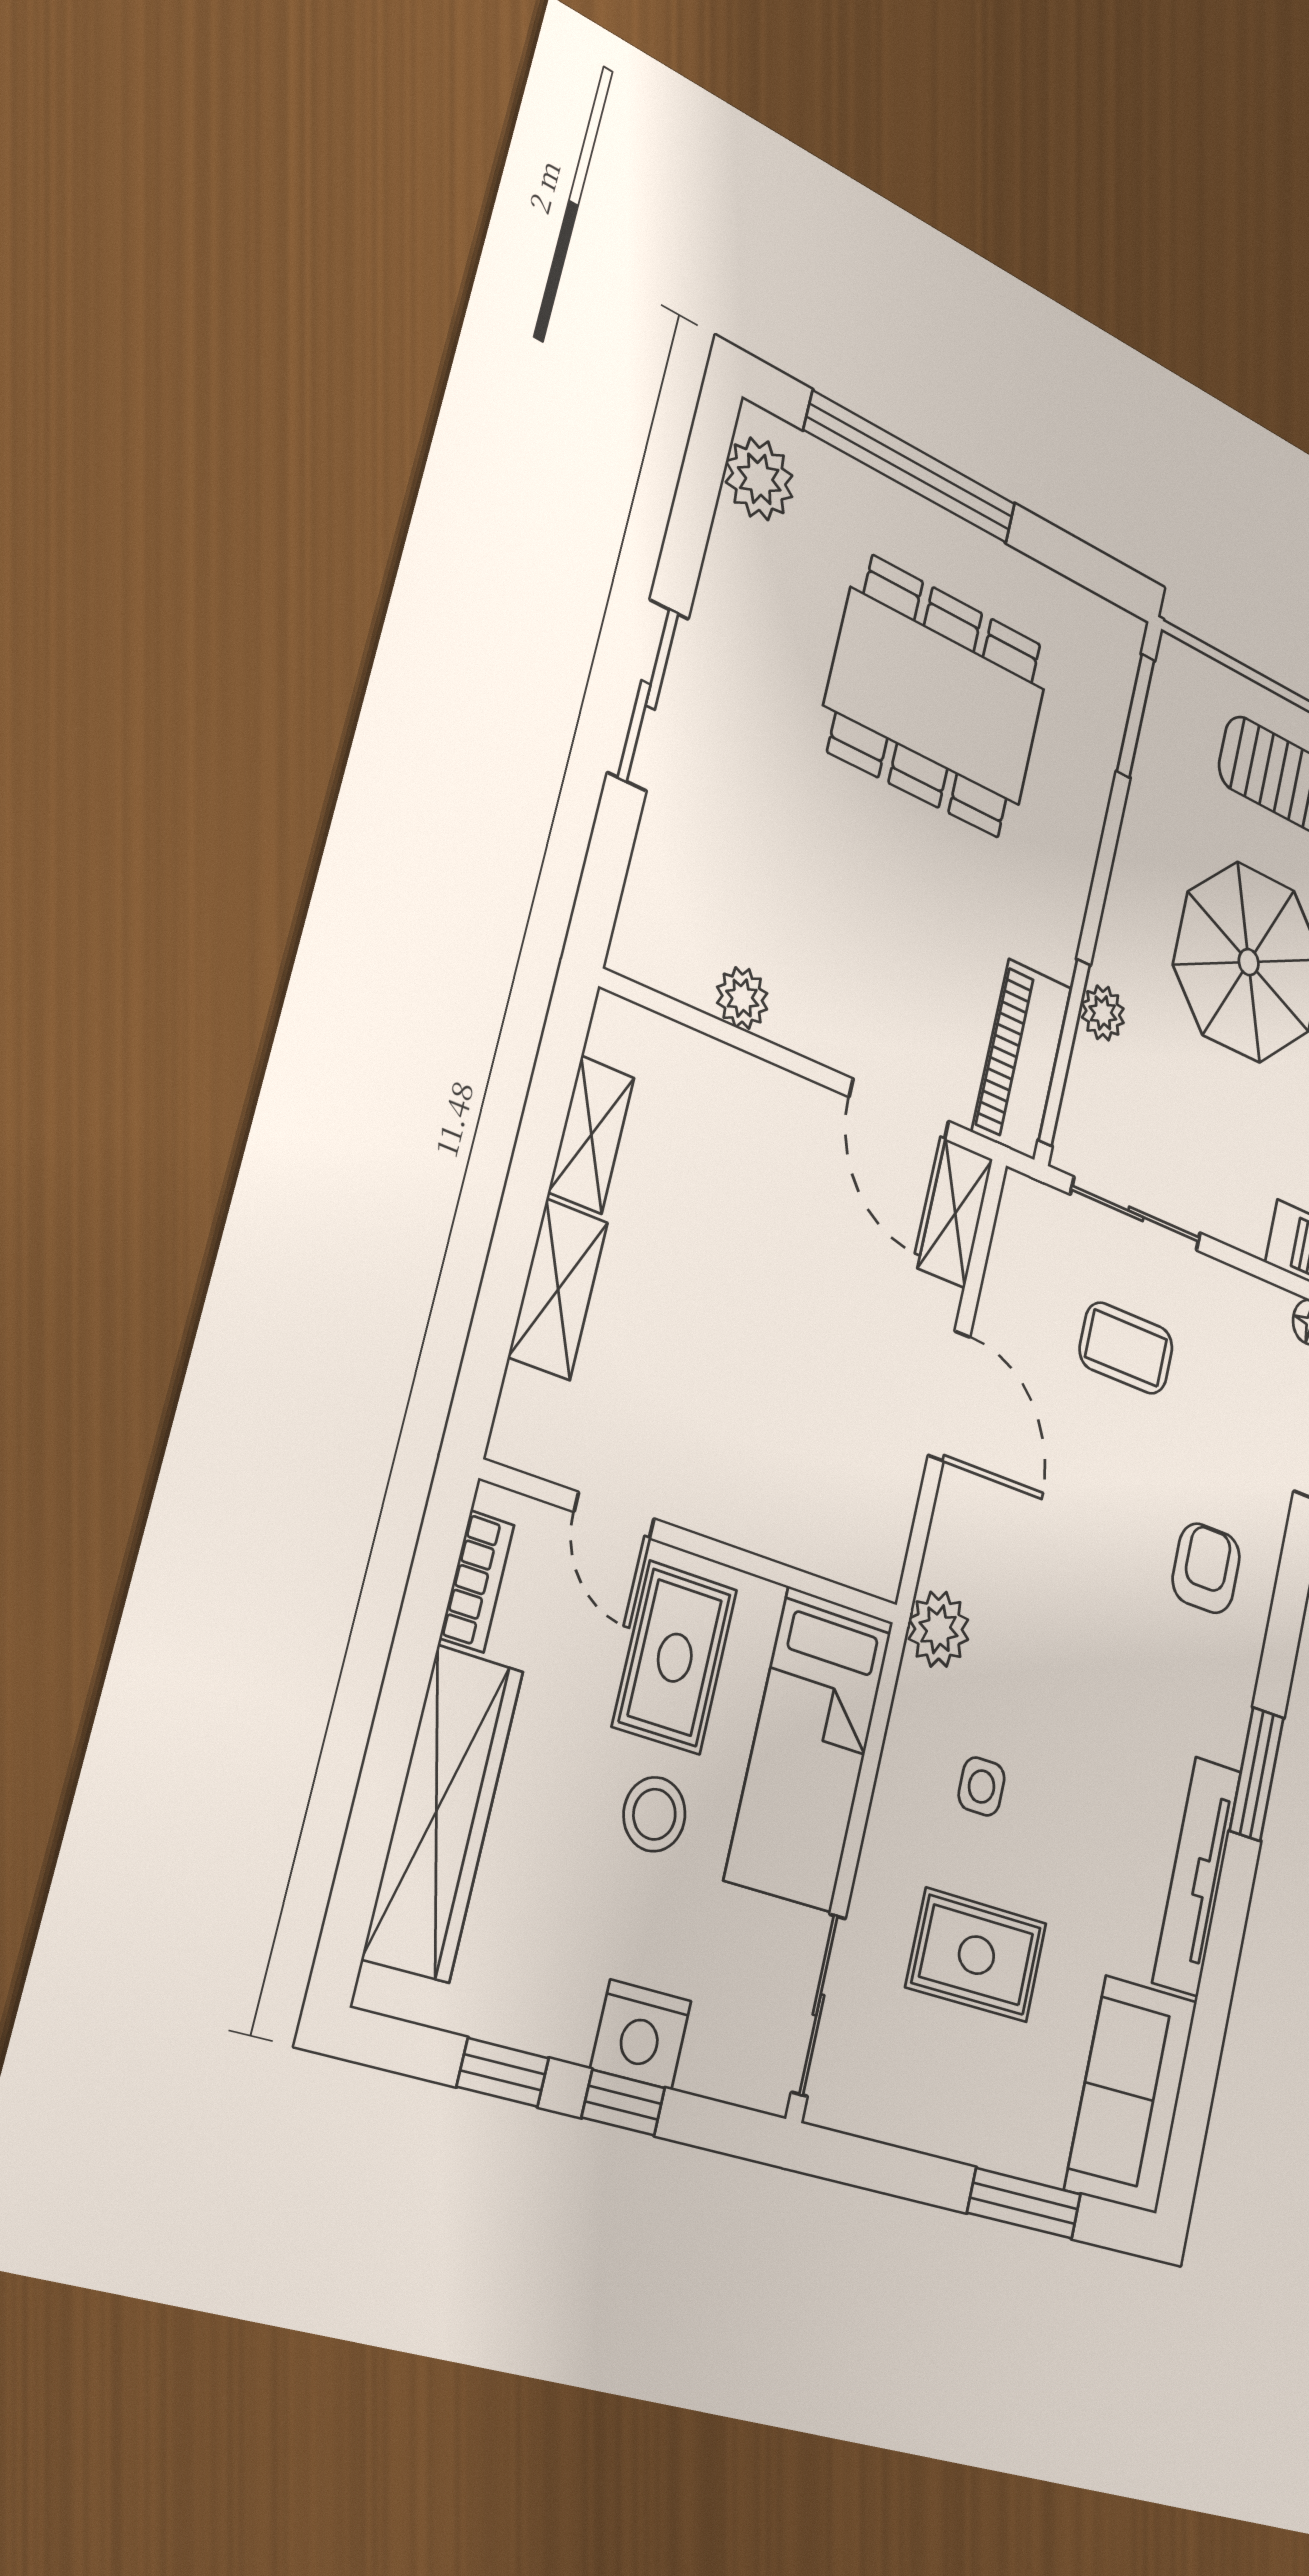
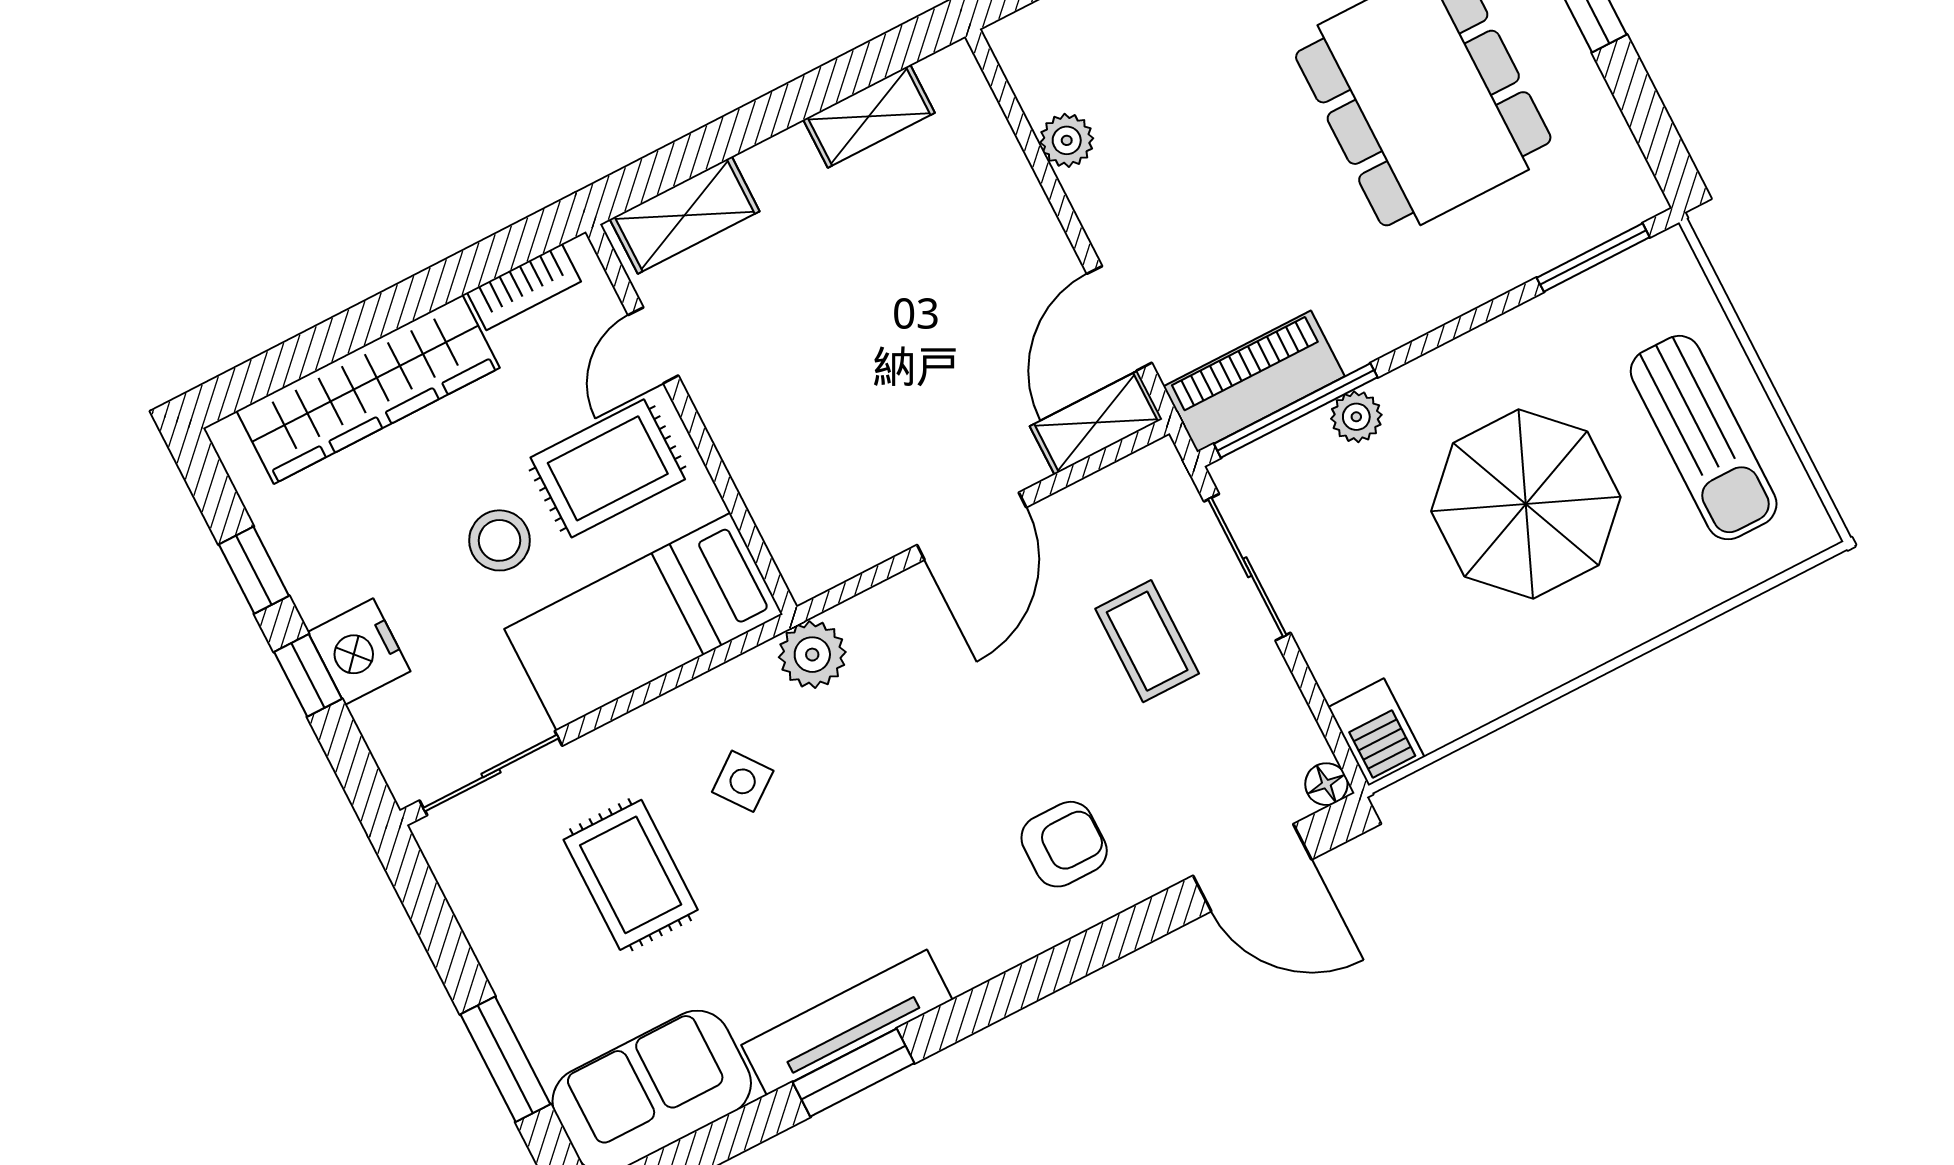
shelving: (558, 1289) -> (685, 215), moved
window: (1257, 1774) -> (853, 1073), moved
side table: (982, 1787) -> (743, 781), turned -37

